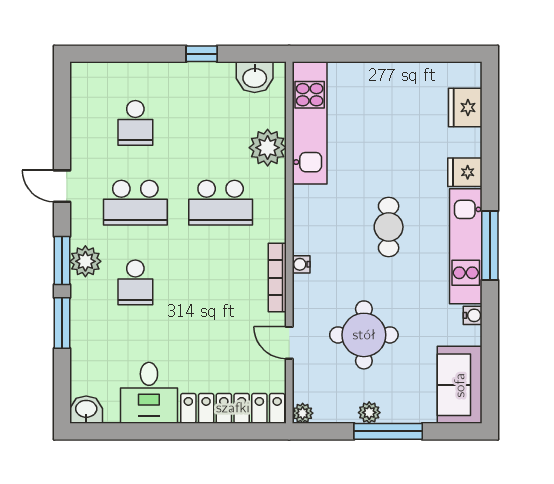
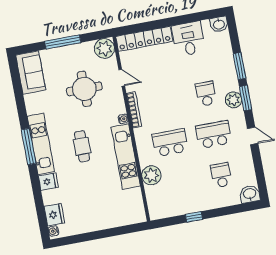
washbasin: (255, 77) -> (250, 194), moved
kitchen unit: (310, 123) -> (126, 156), moved
water cooler: (473, 315) -> (53, 231), moved
plant: (303, 413) -> (104, 48), width x1.88, depth x1.88
plant: (369, 413) -> (74, 50), removed

